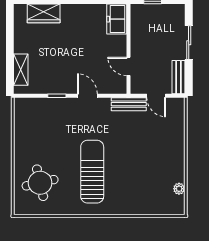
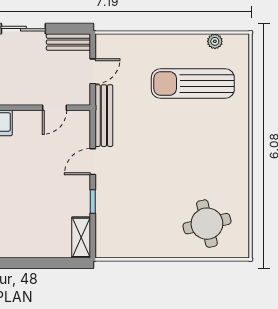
shelving: (21, 70) -> (81, 237), moved, turned 90
bench: (129, 104) -> (104, 116), width x1.36
sun lounger: (92, 172) -> (193, 83), moved

